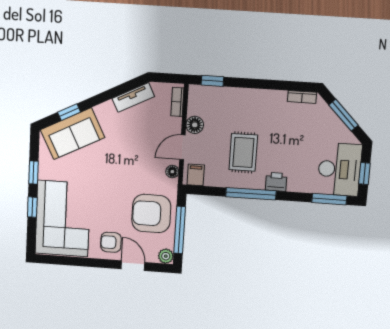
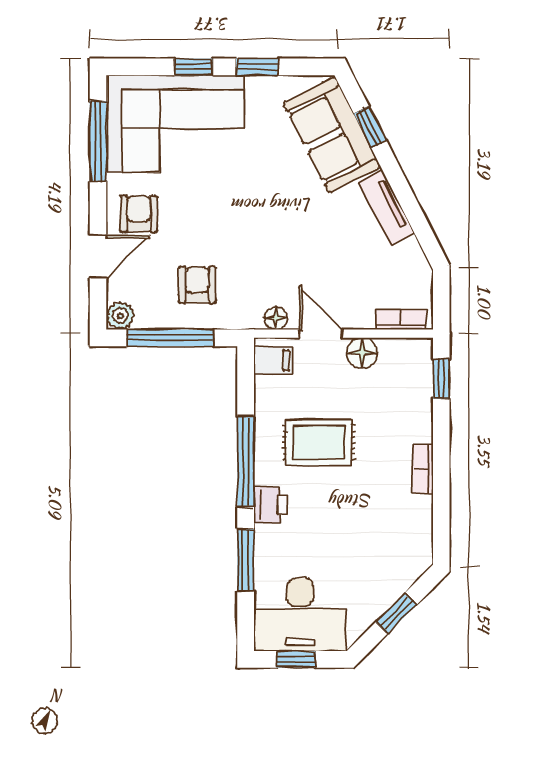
tv unit: (133, 97) -> (386, 207), moved
bookcase: (302, 97) -> (423, 469), moved
window: (344, 115) -> (396, 613), width x0.67
window: (329, 199) -> (246, 560), moved
armchair: (151, 214) -> (197, 285), width x0.53, depth x0.53
window: (71, 261) -> (98, 141), added

